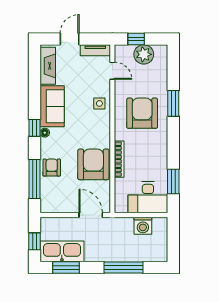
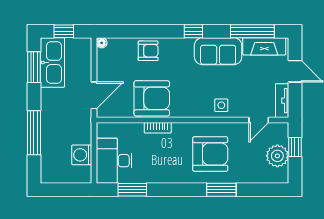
floor lamp: (45, 133) -> (102, 43), moved
bookcase: (119, 159) -> (158, 128), width x0.64
window: (35, 179) -> (252, 31), moved

